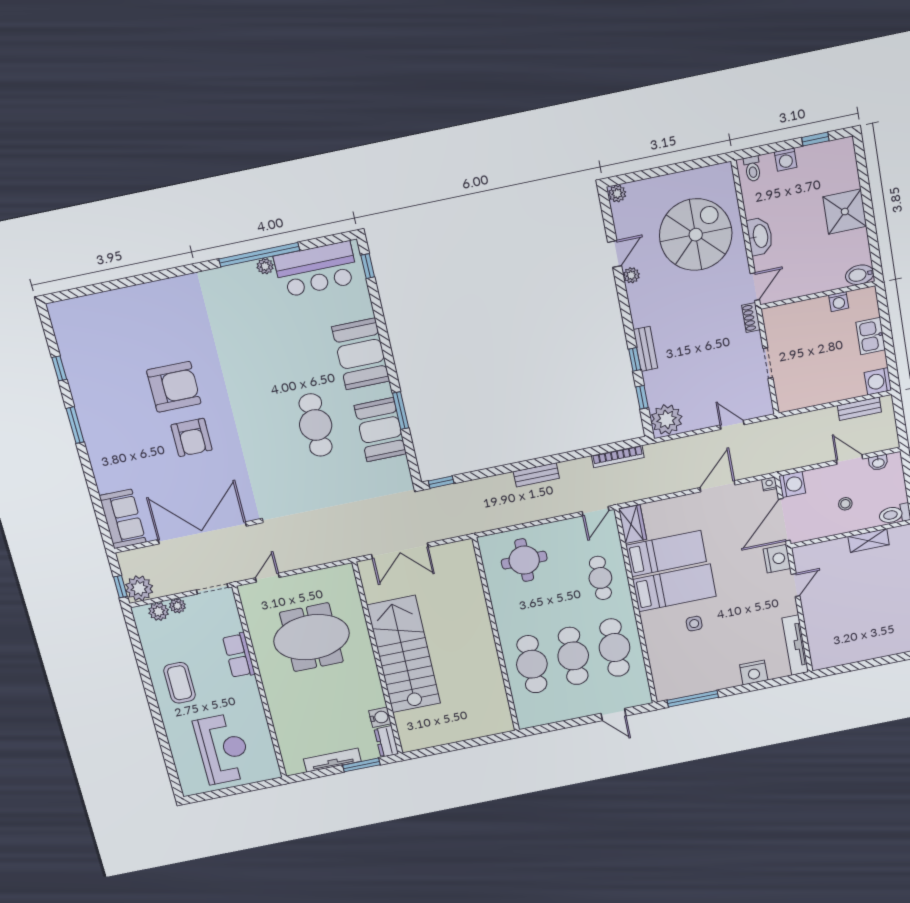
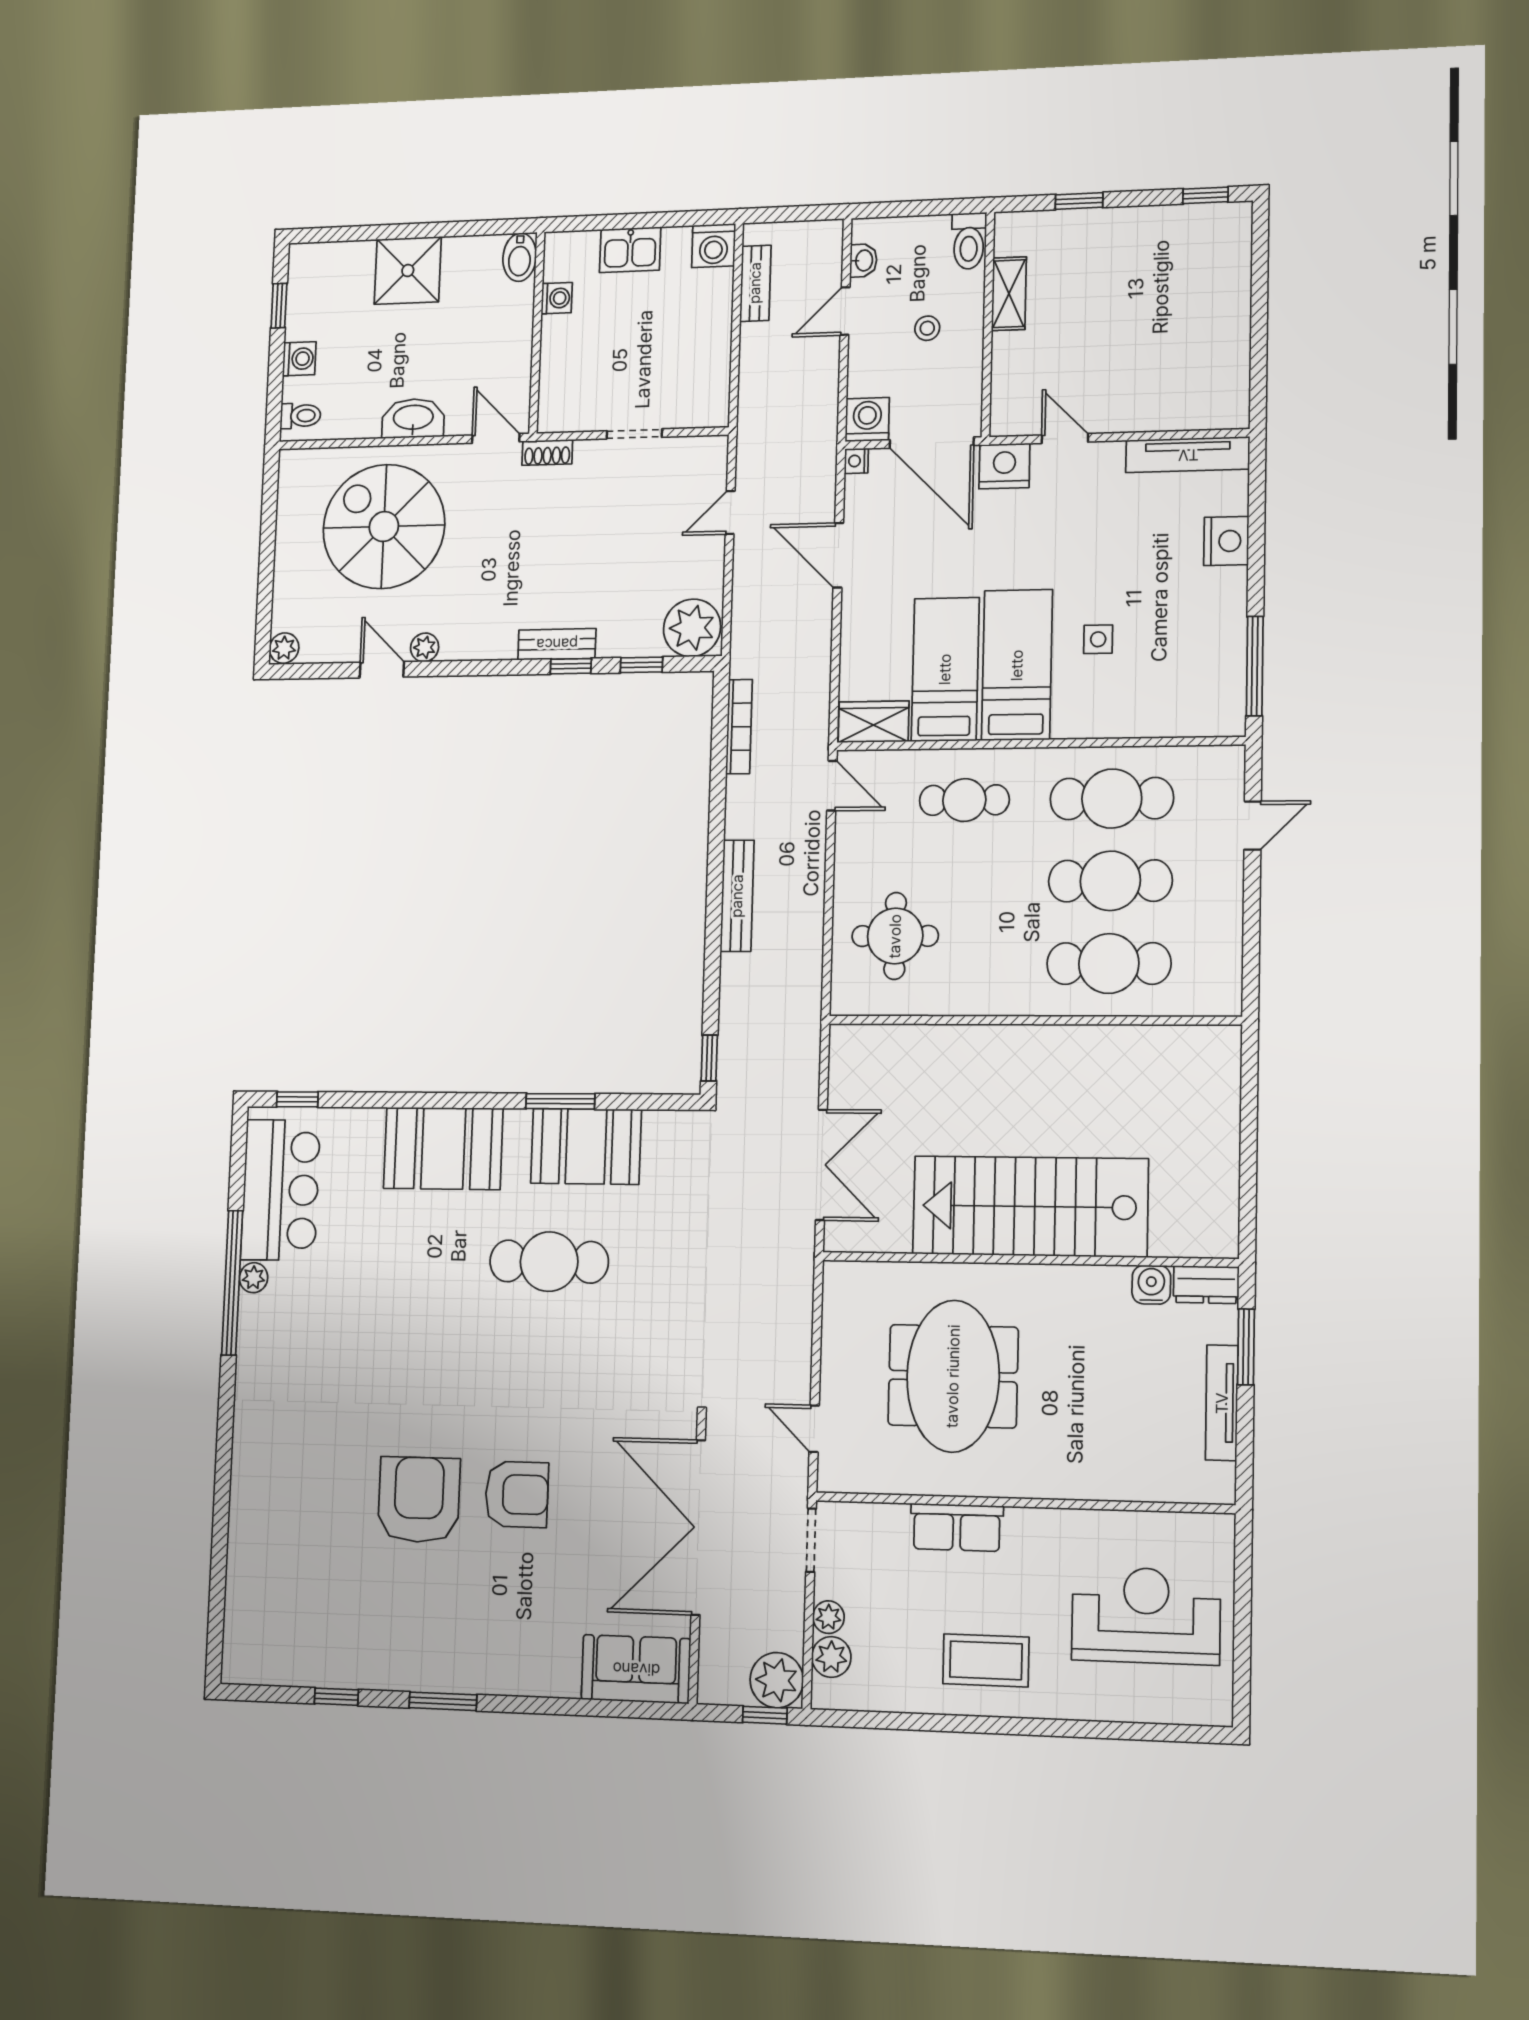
bench: (536, 475) -> (737, 896), width x1.36

